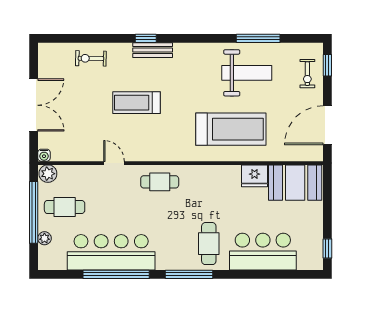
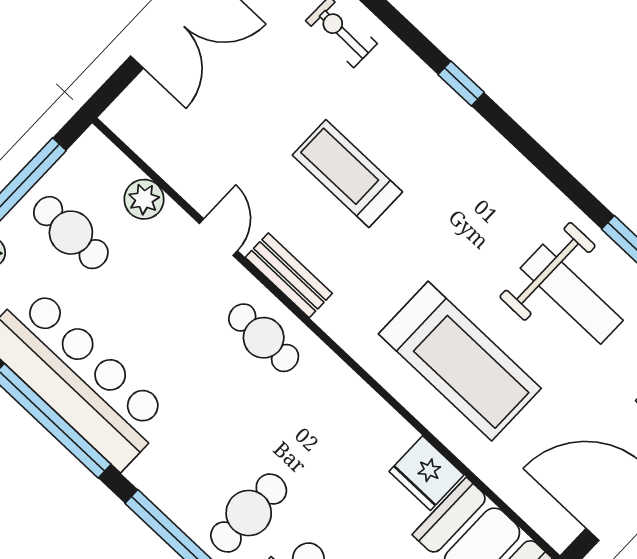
bench: (153, 50) -> (289, 275), moved
water cooler: (44, 155) -> (117, 117), removed
plant: (48, 174) -> (144, 199), moved

